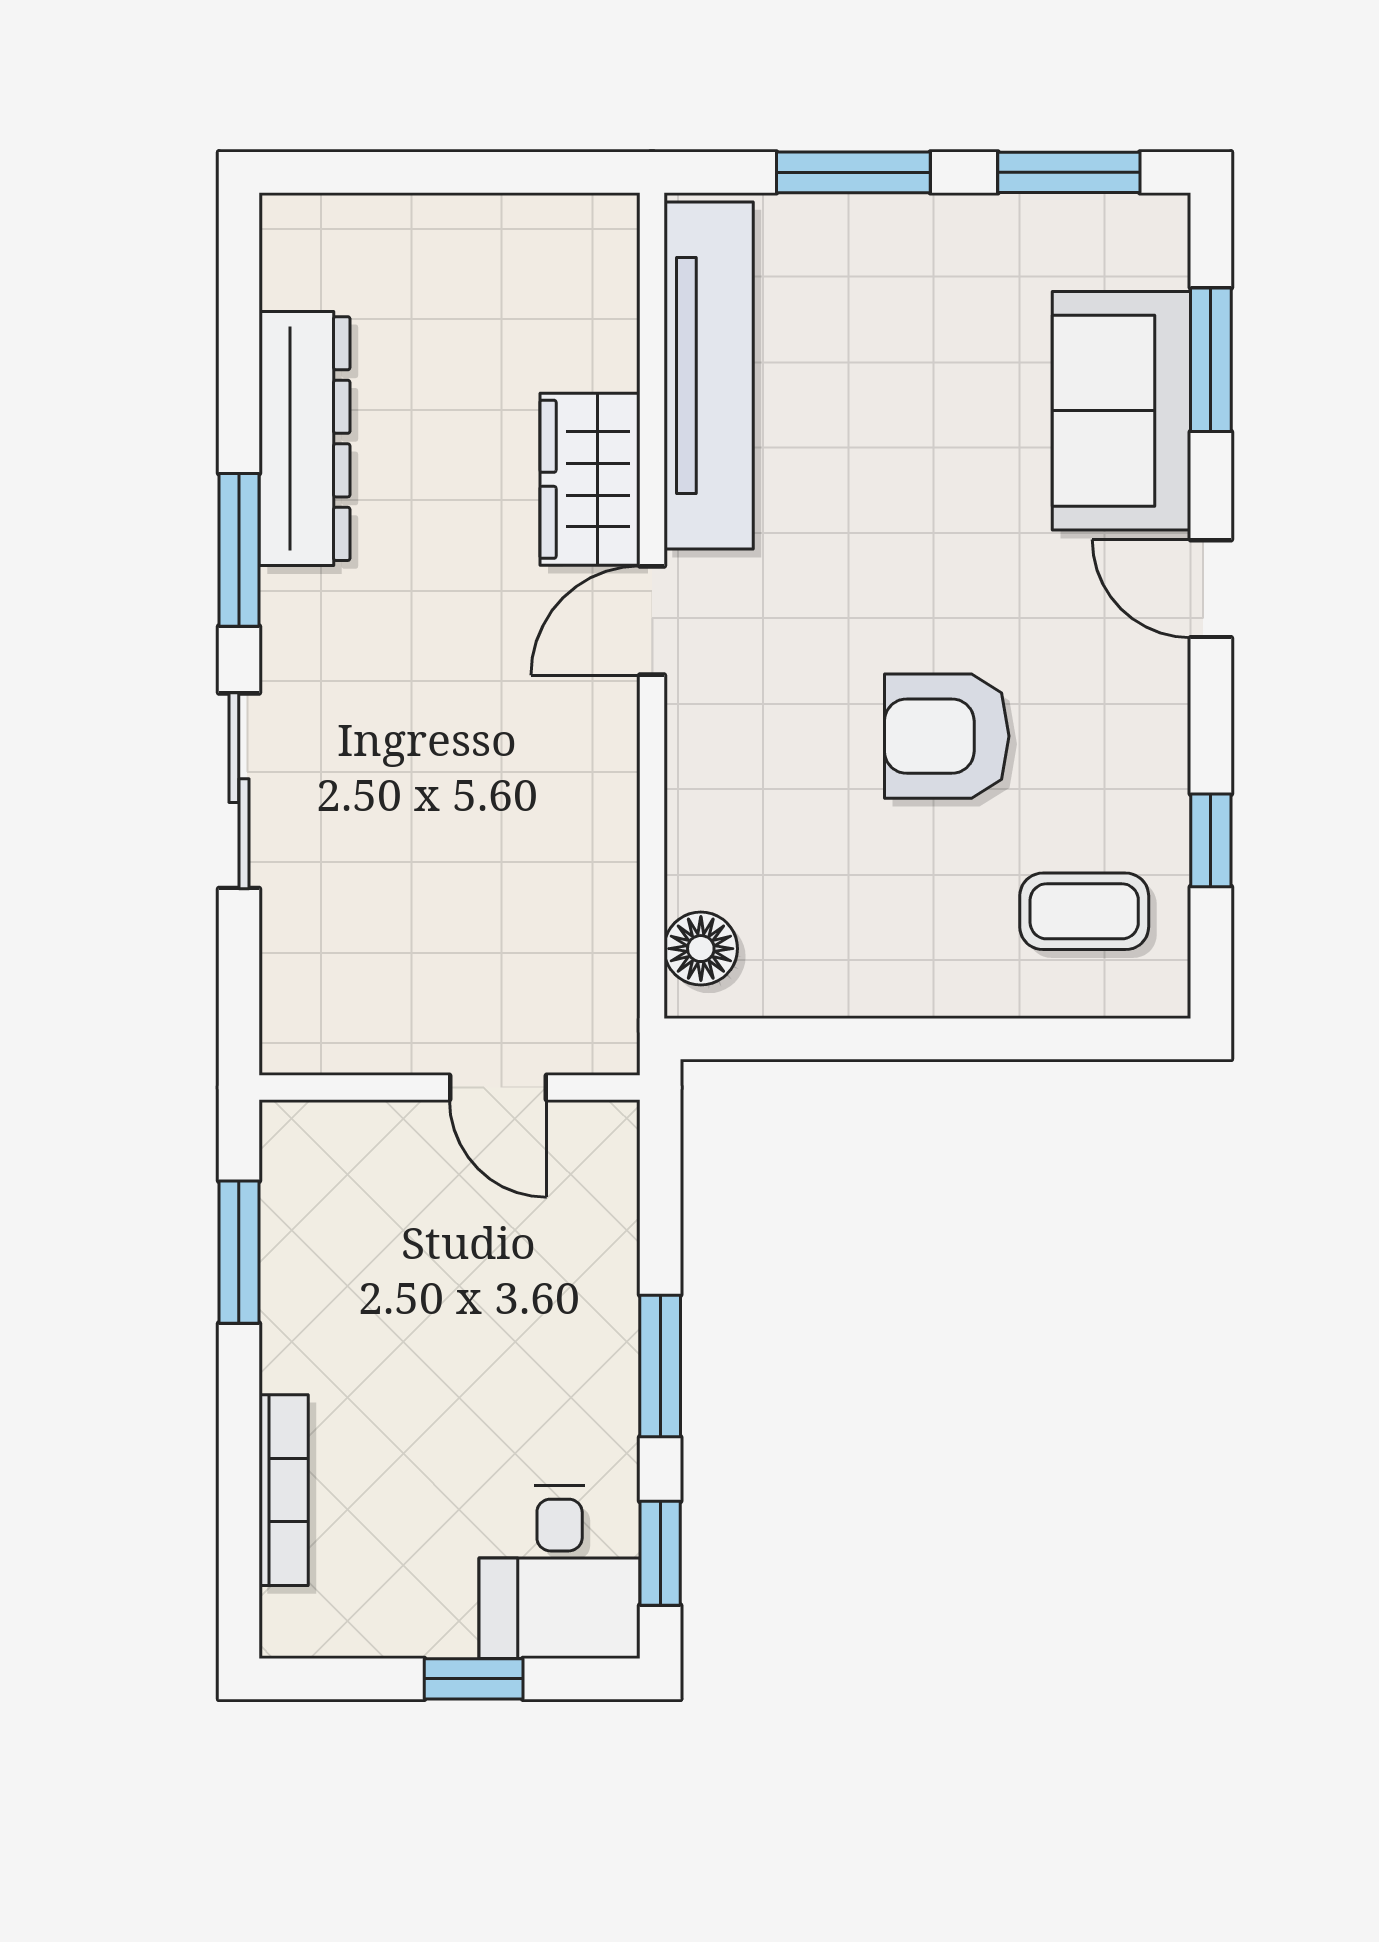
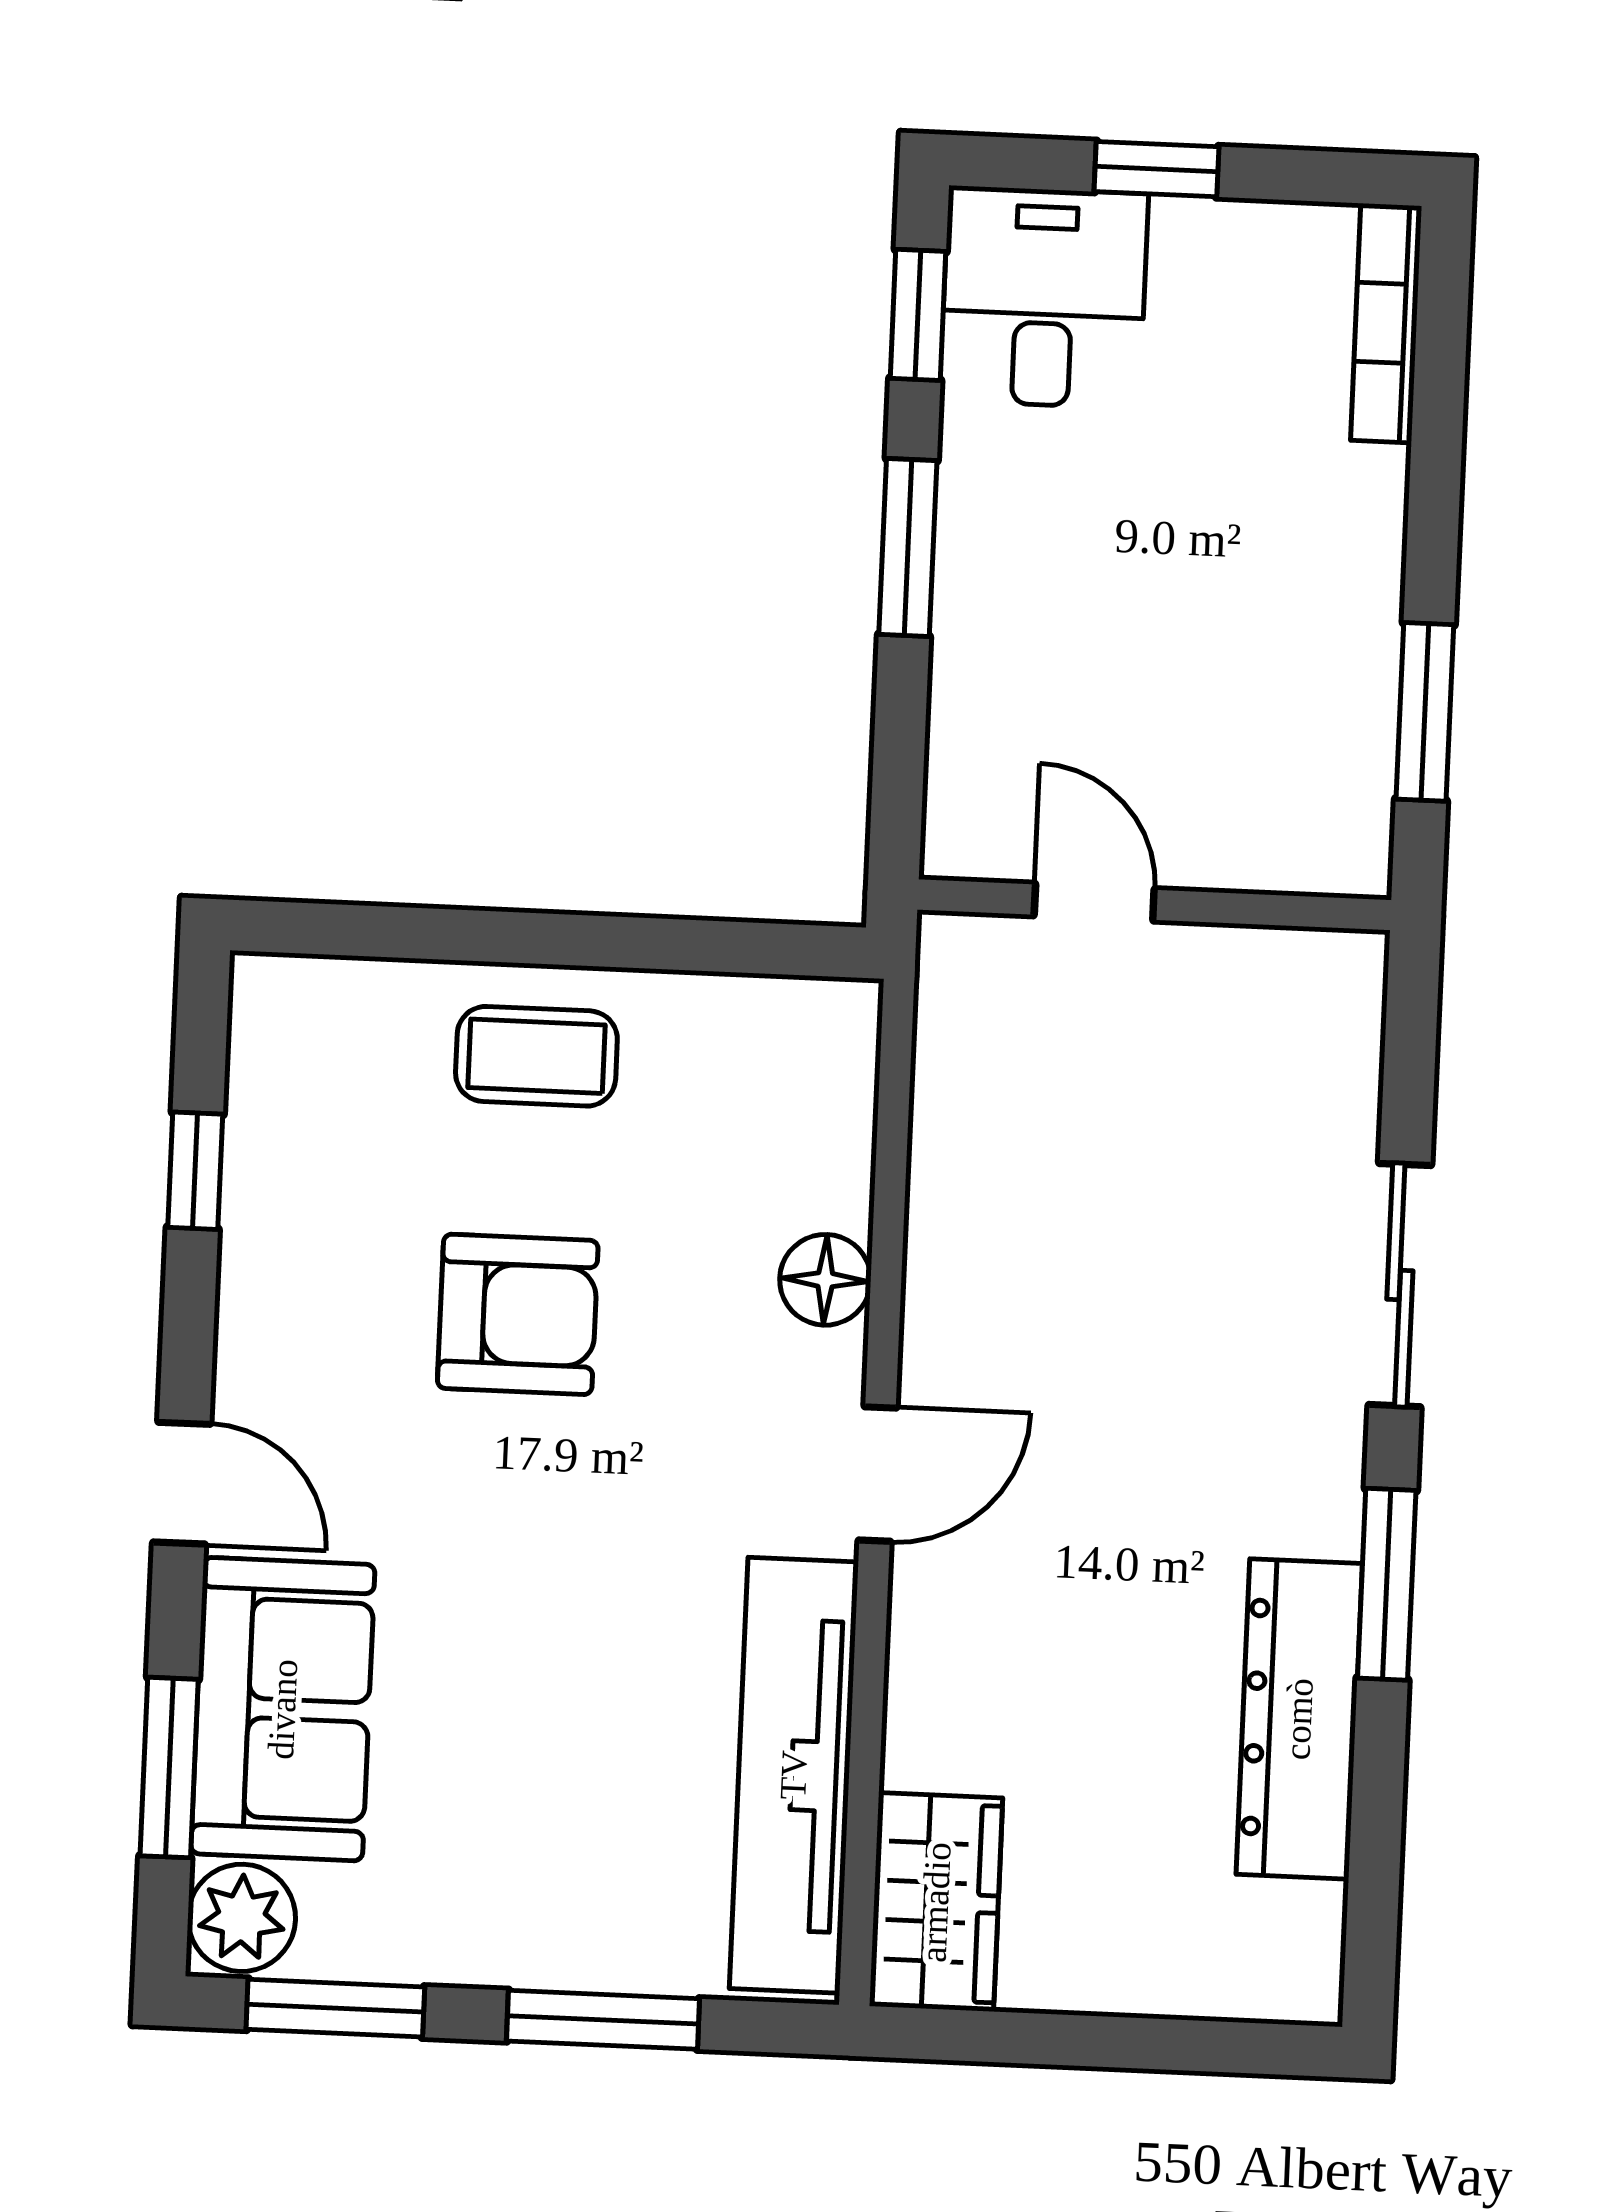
plant: (1147, 242) -> (242, 1918), added
wardrobe: (590, 479) -> (936, 1902), moved
coffee table: (1084, 911) -> (536, 1056), moved
floor lamp: (701, 949) -> (825, 1280), moved
bookcase: (284, 1490) -> (1386, 323), moved

